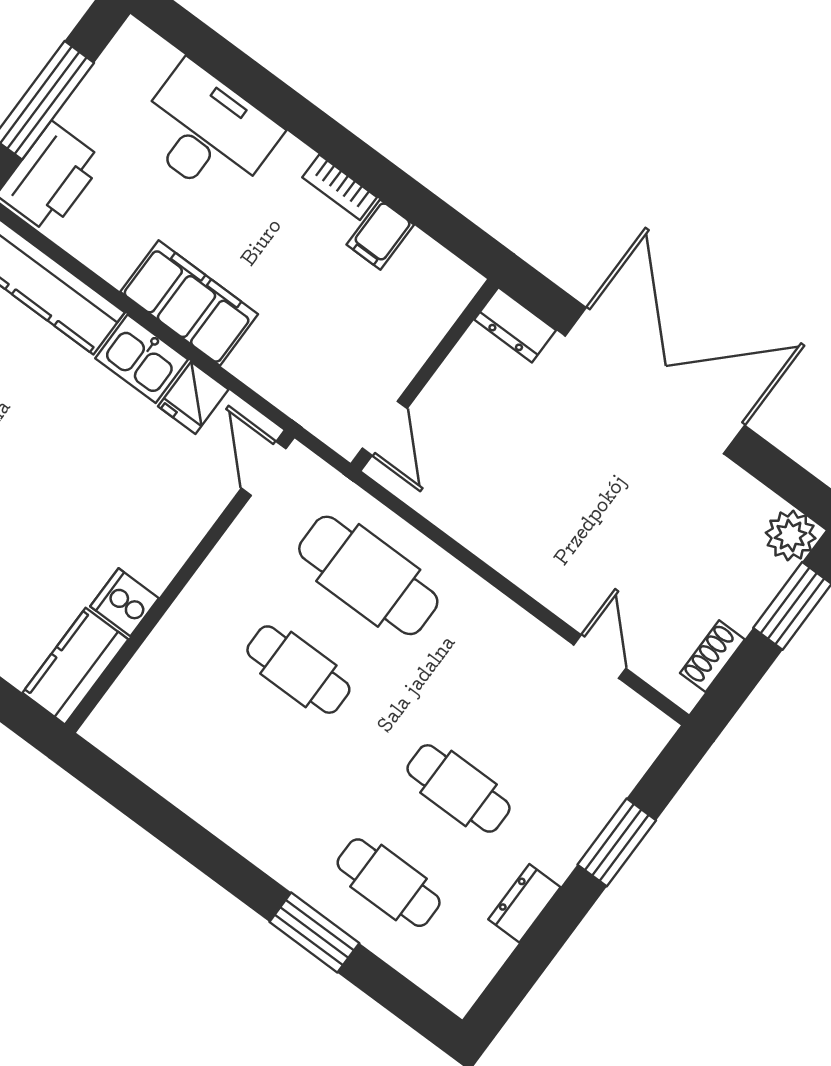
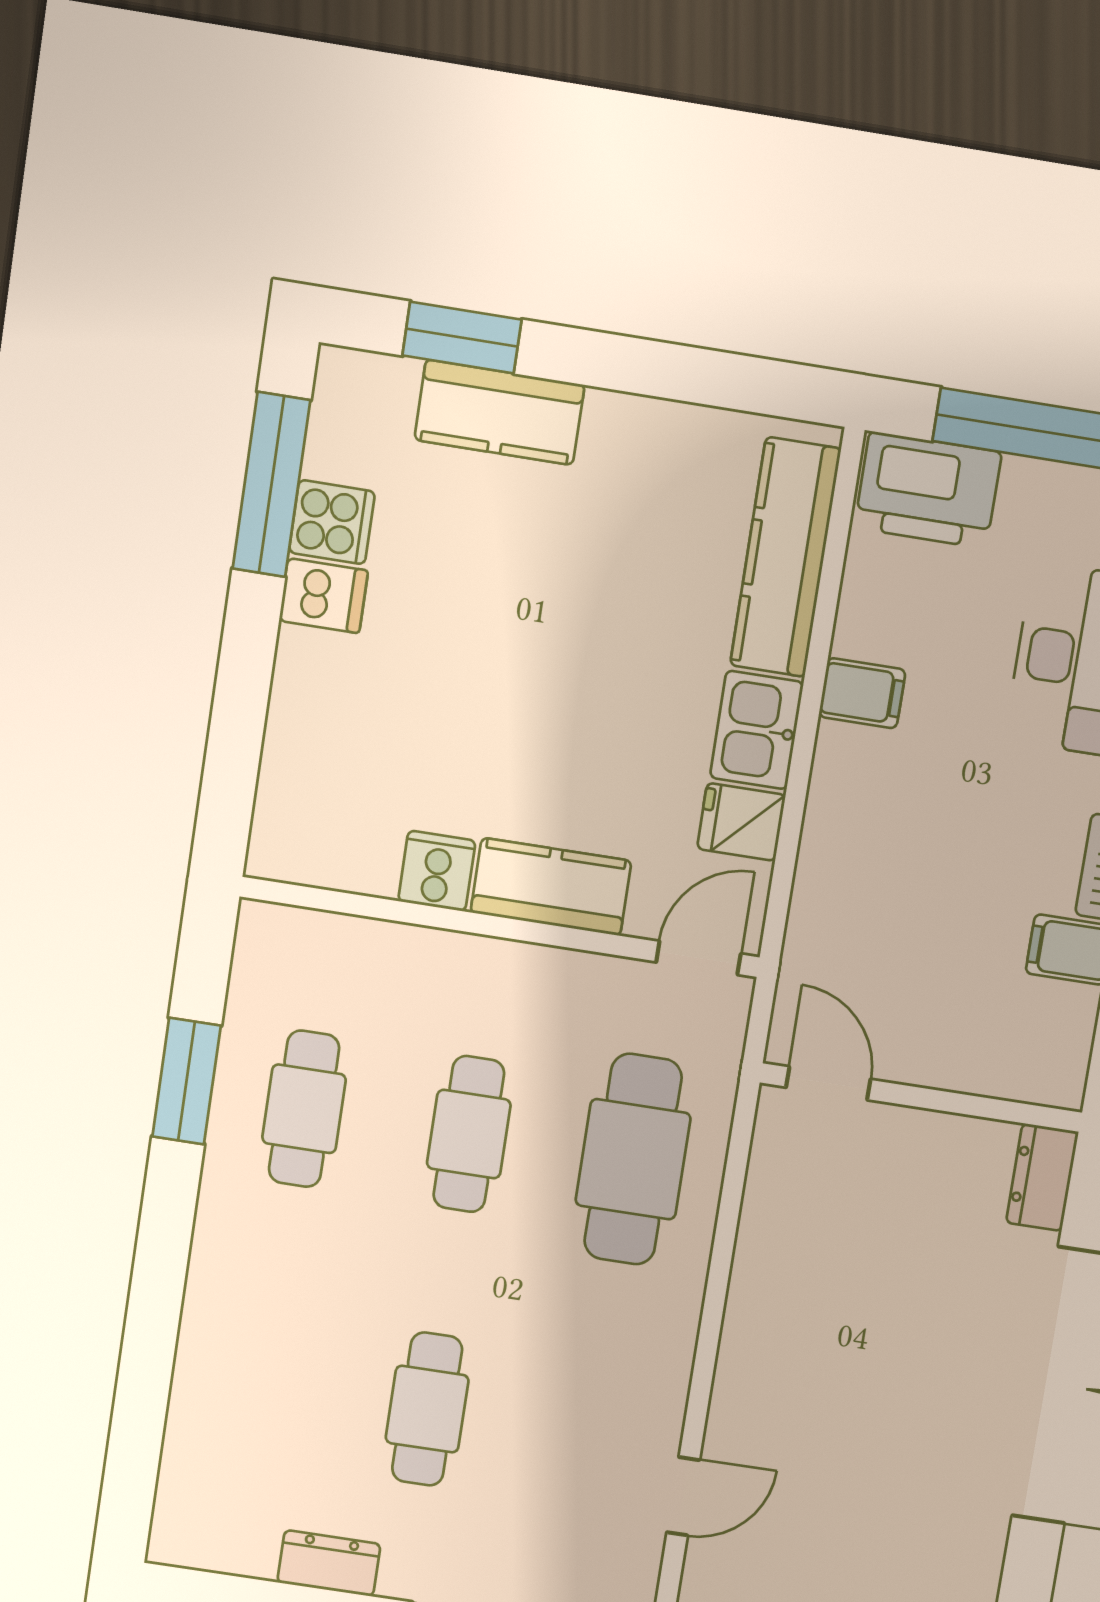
filing cabinet: (189, 303) -> (862, 693), width x0.33, depth x0.86
door: (385, 428) -> (828, 1083), swing flipped
kitchen counter: (75, 666) -> (551, 887), moved
cafe table: (389, 883) -> (304, 1109), moved
window: (314, 933) -> (187, 1081), moved

